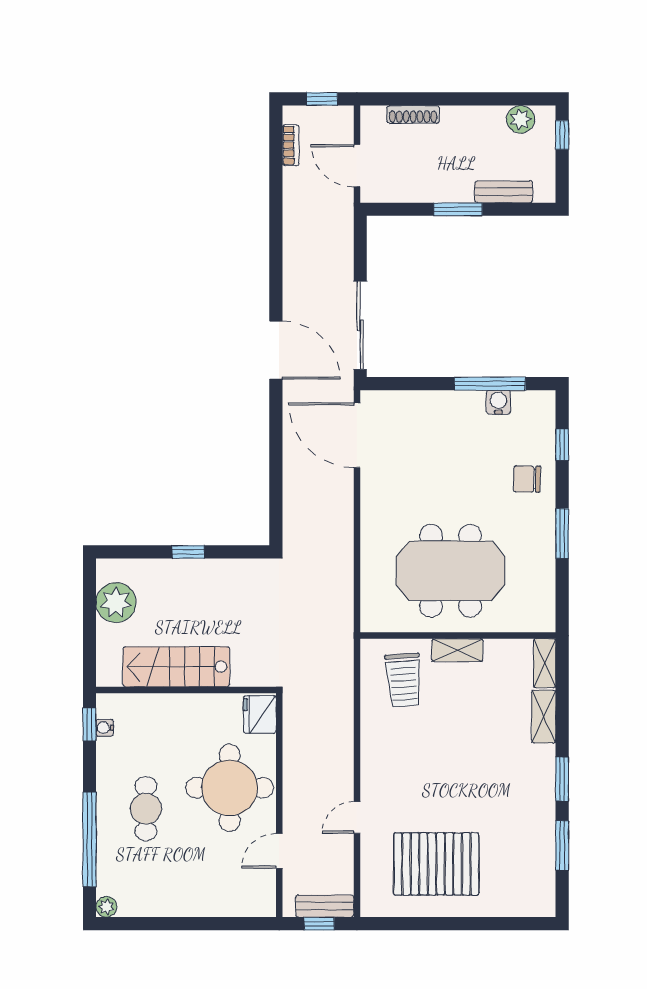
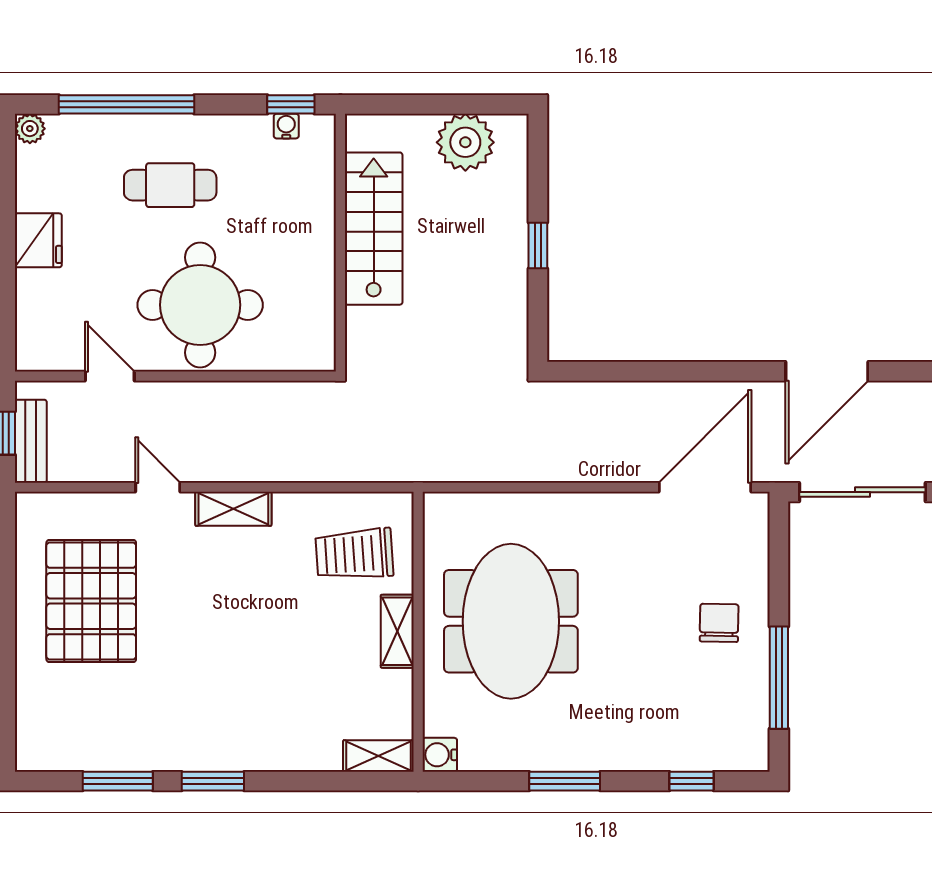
water cooler: (498, 402) -> (440, 755), moved, turned 180
chair: (527, 479) -> (719, 623), moved
fridge: (260, 714) -> (38, 240), moved, turned 90
shelving: (544, 717) -> (233, 509), moved

